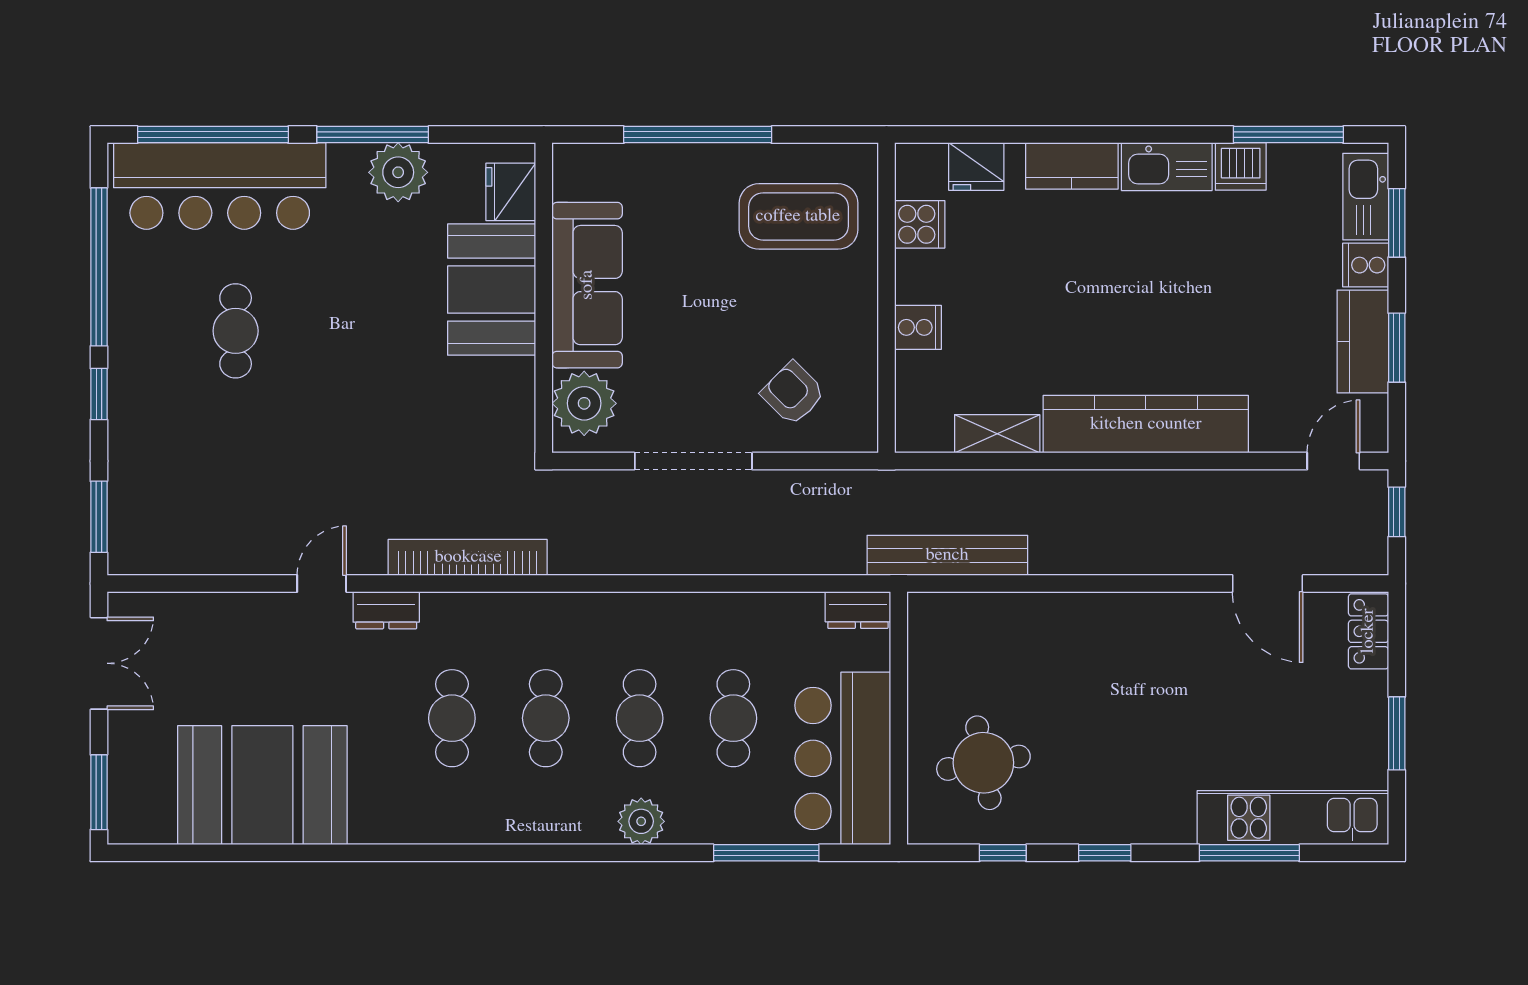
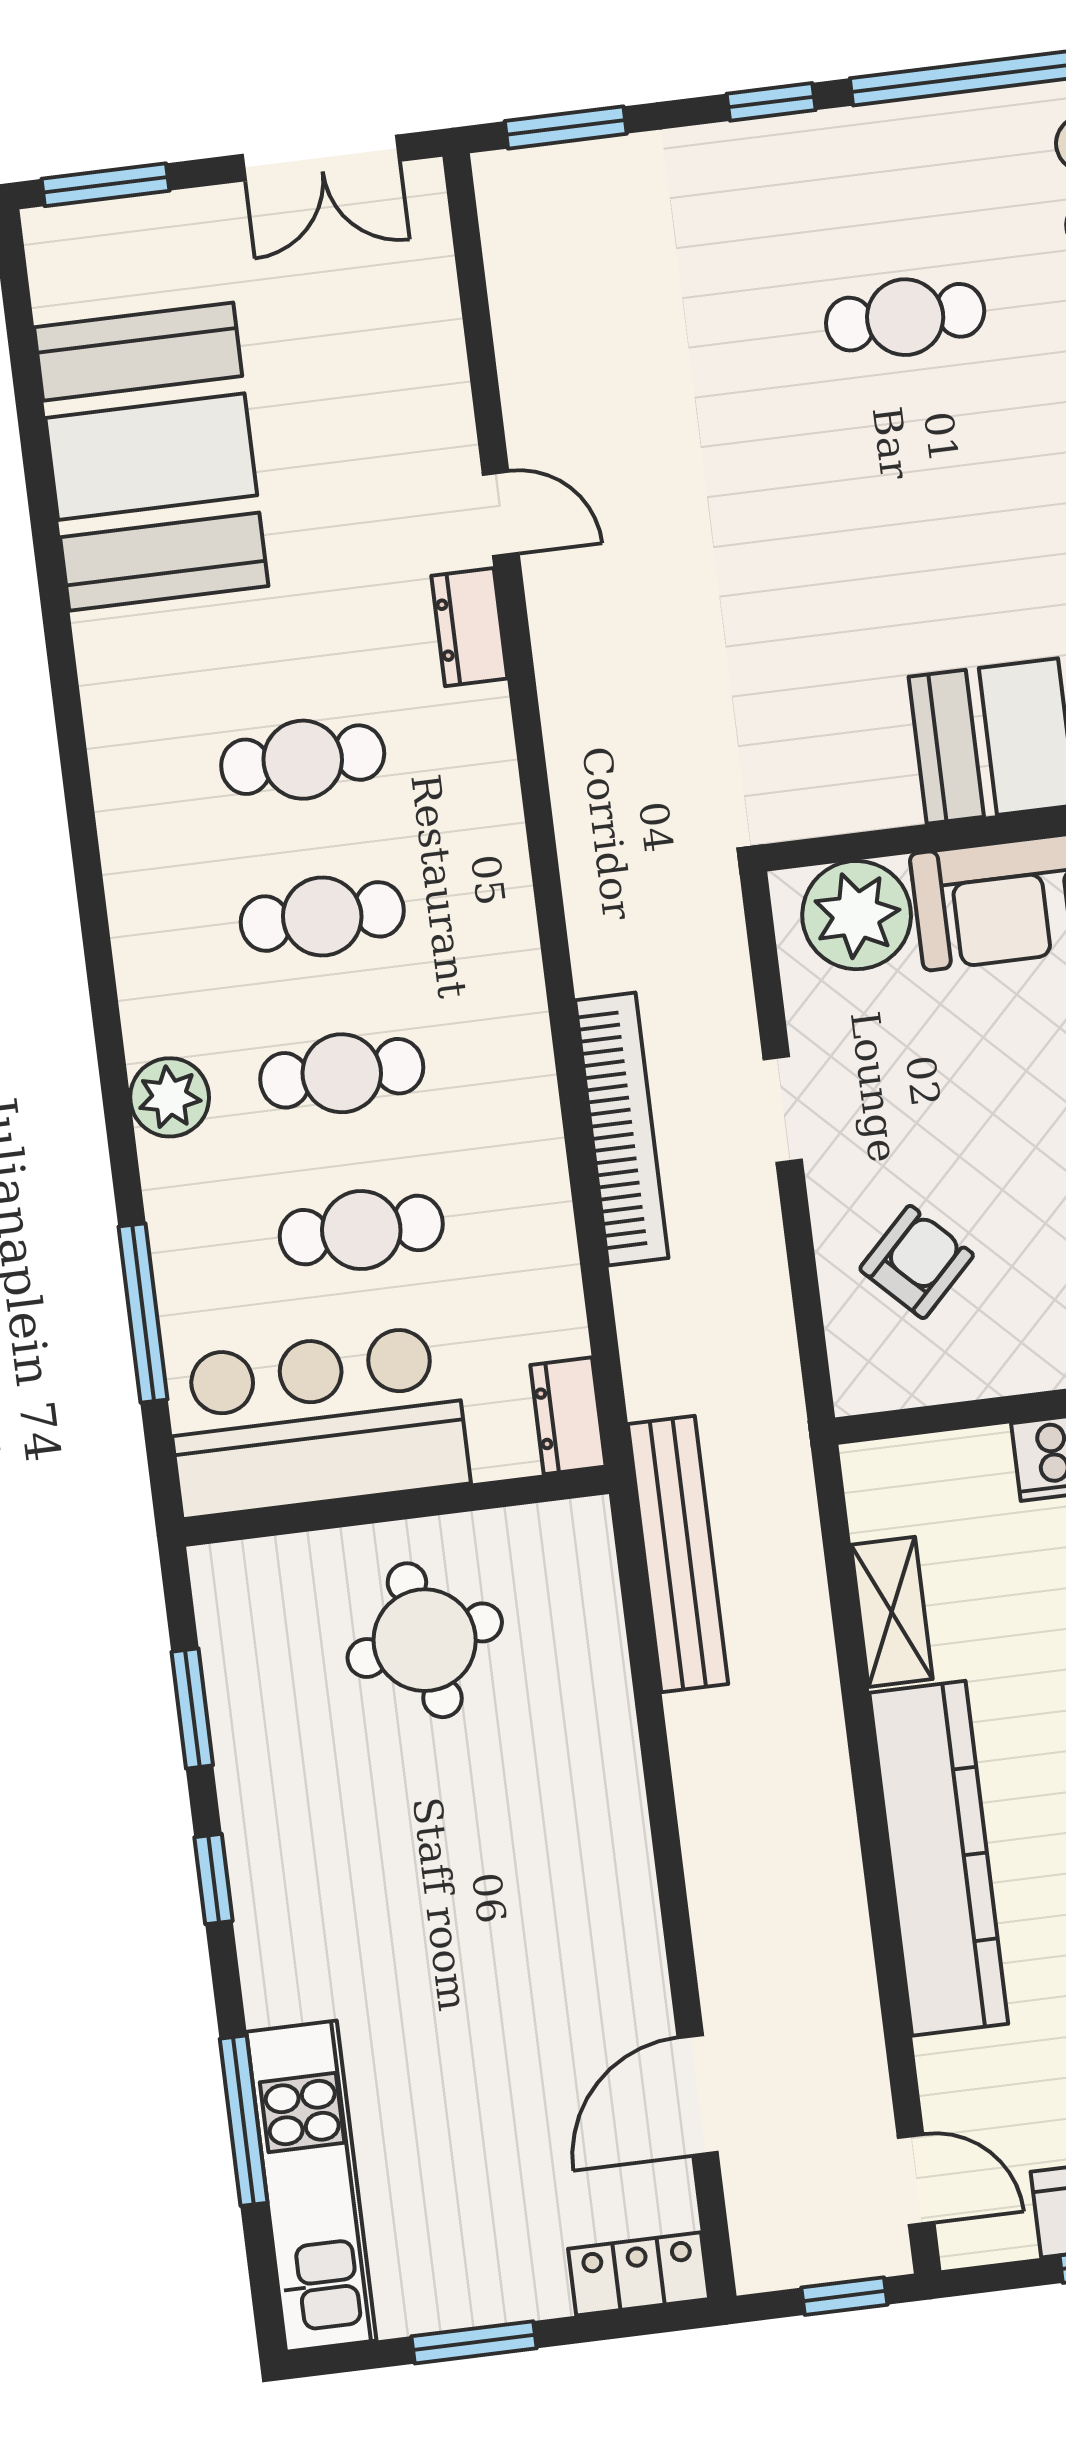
doorway: (693, 461) -> (783, 1110), width x0.53
bookcase: (468, 557) -> (622, 1129), moved
round table: (983, 763) -> (425, 1640), moved
window: (1003, 853) -> (192, 1709), width x1.50

